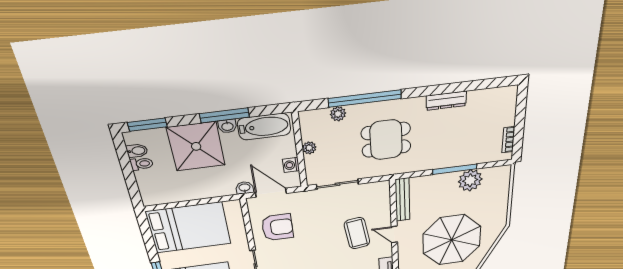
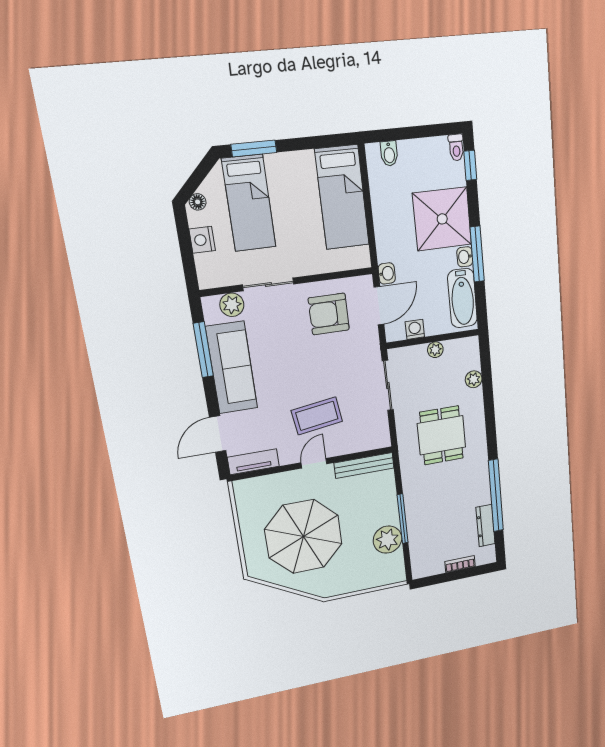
window: (365, 99) -> (496, 495), moved
dresser: (446, 101) -> (485, 526), moved
window: (147, 125) -> (470, 165), width x0.67
bookcase: (508, 140) -> (460, 564), moved
bidet: (137, 151) -> (389, 153), moved
toilet: (142, 164) -> (456, 147), moved
armchair: (277, 227) -> (329, 314), turned 90
bed: (189, 228) -> (342, 197), width x0.67

